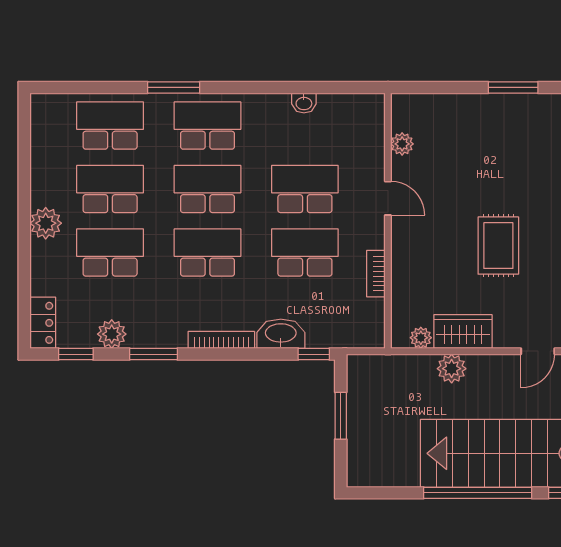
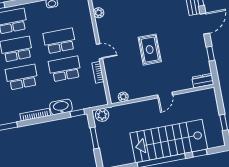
door: (388, 198) -> (99, 51), moved
wardrobe: (463, 332) -> (141, 91), removed
door: (538, 351) -> (165, 95), moved
plant: (452, 369) -> (102, 115), moved

